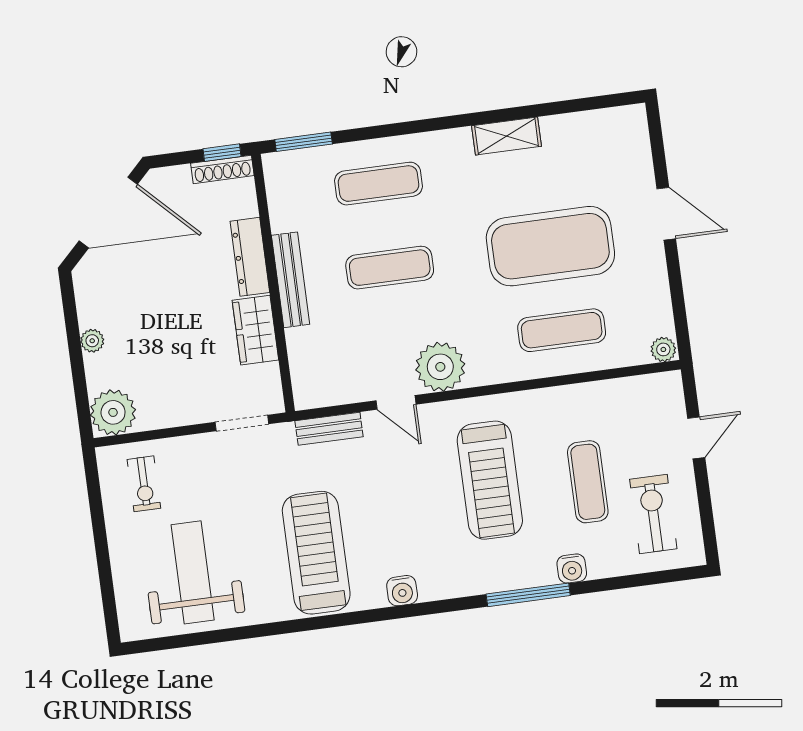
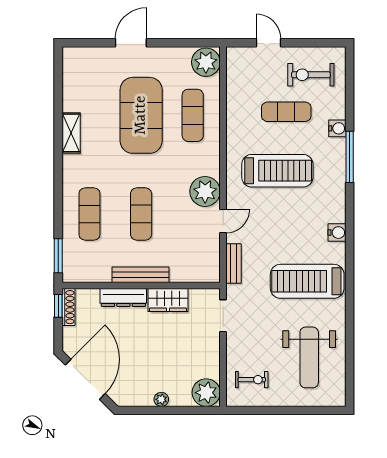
plant: (663, 349) -> (206, 62), width x1.87, depth x1.87
weight bench: (193, 572) -> (309, 357), turned -90

